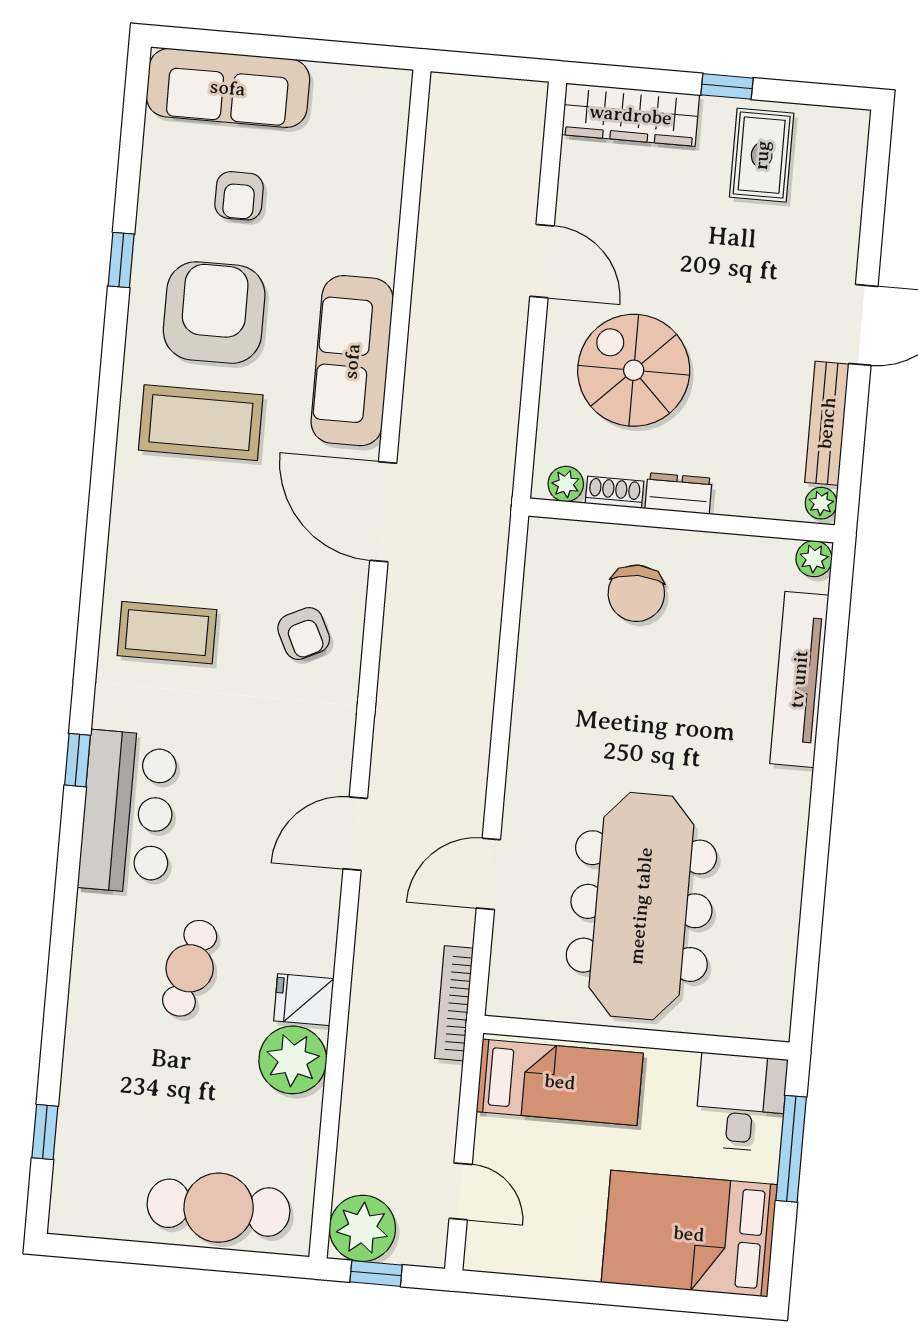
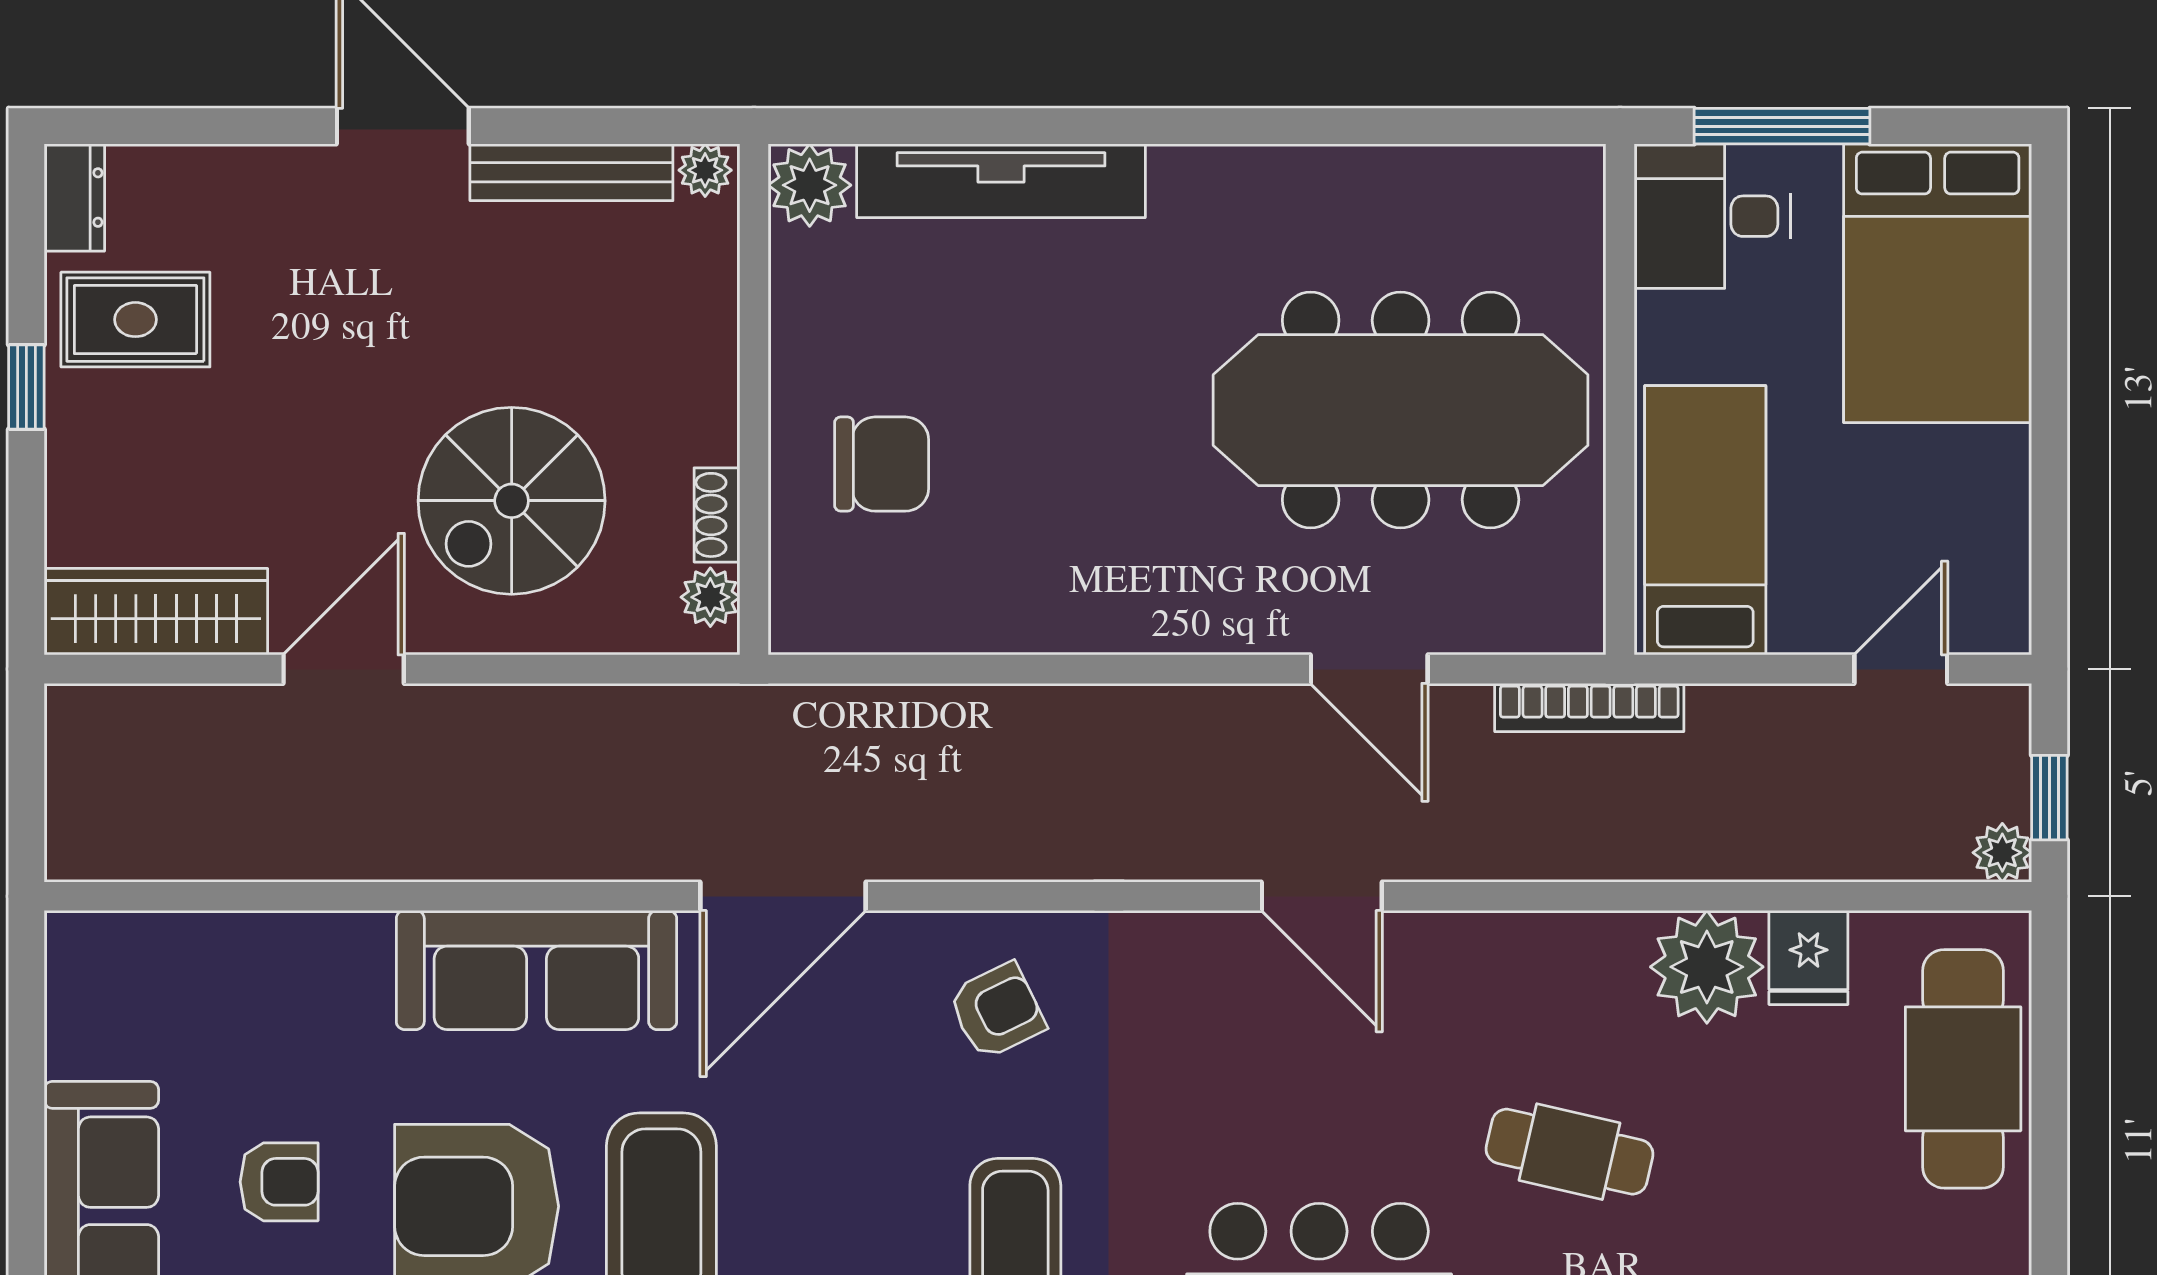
wardrobe: (631, 115) -> (156, 612), moved, turned -90
dresser: (679, 493) -> (74, 198), moved, turned 180
plant: (814, 559) -> (810, 185), width x1.38, depth x1.38
fridge: (304, 1000) -> (1808, 958), moved
plant: (362, 1228) -> (2002, 853), width x0.53, depth x0.53

